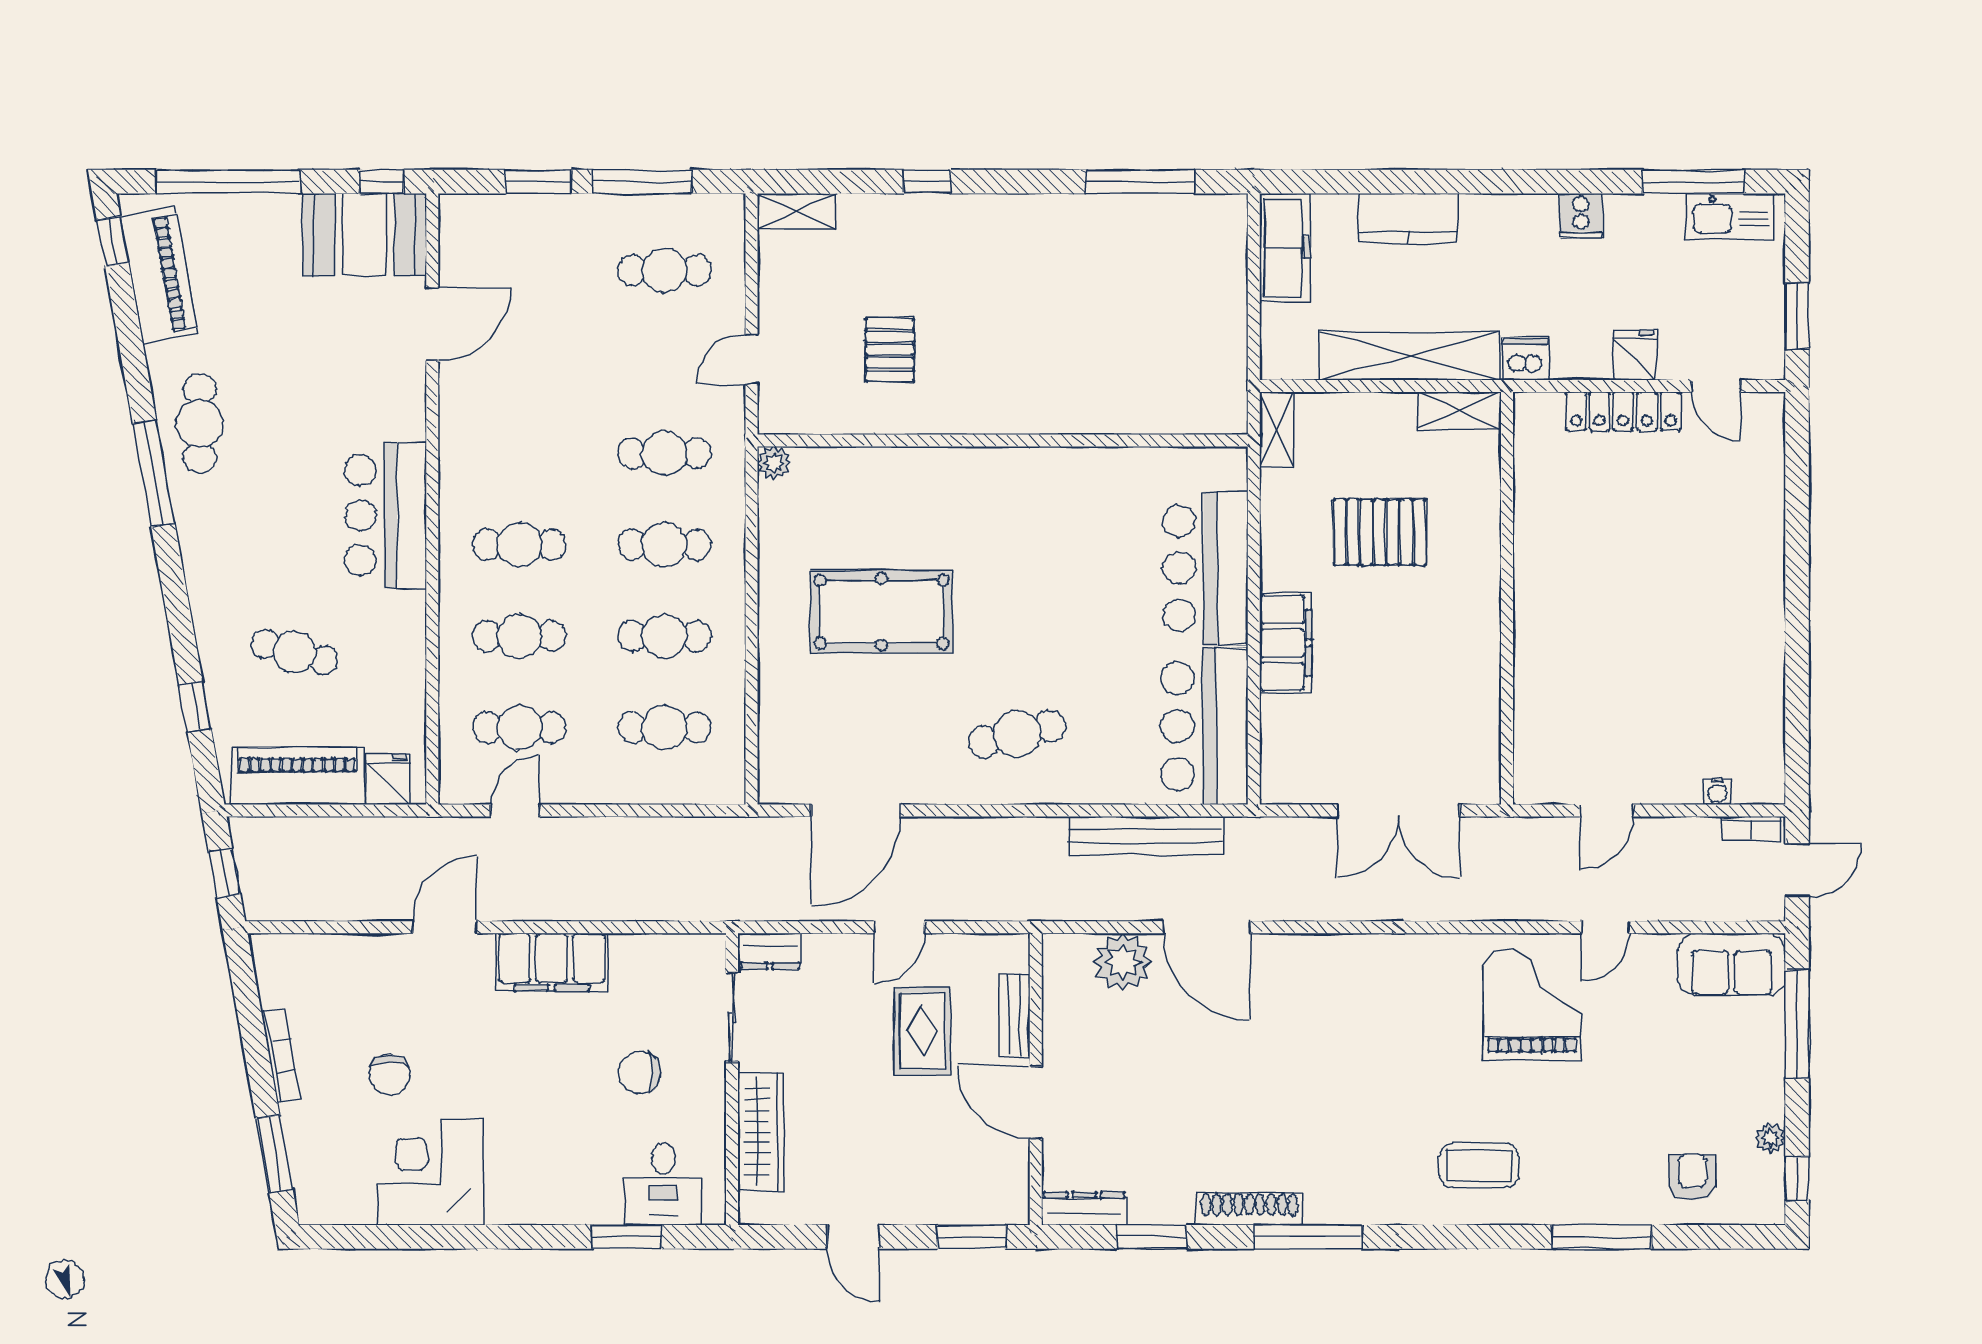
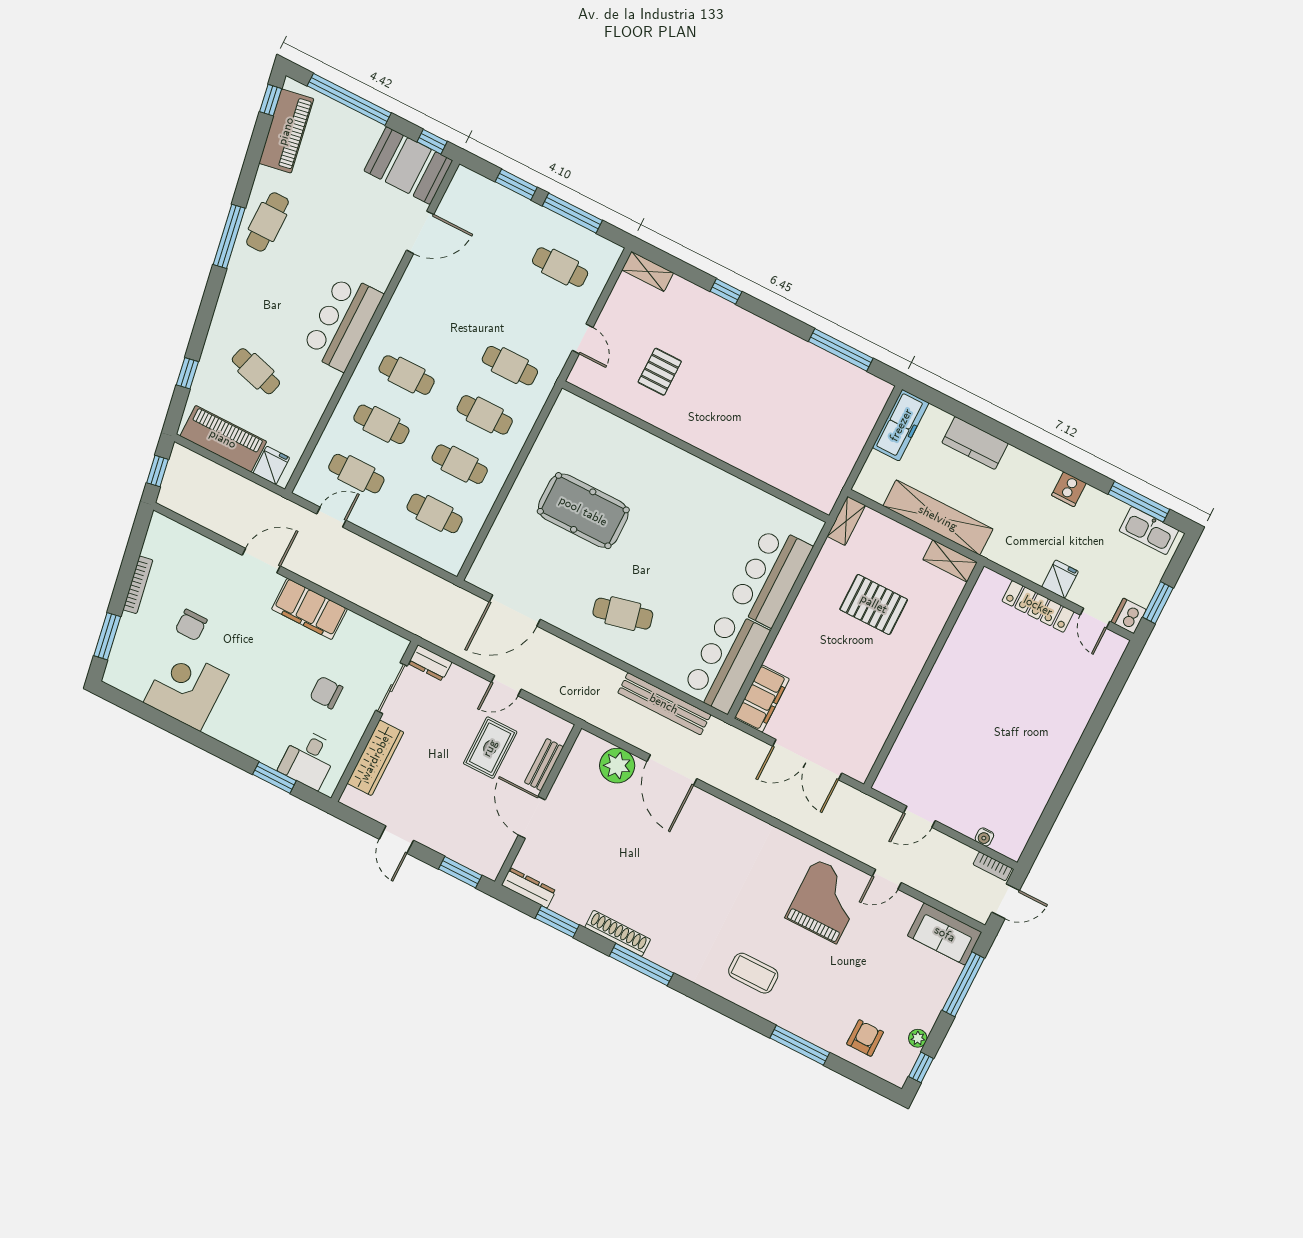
door: (752, 359) -> (583, 339), swing flipped
dishwasher: (1525, 359) -> (1129, 616), moved, turned -90
plant: (774, 463) -> (566, 401), removed
filing cabinet: (1286, 643) -> (762, 699), moved

